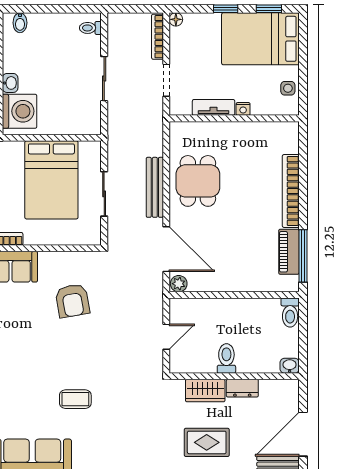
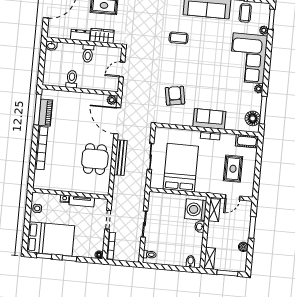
toilet: (290, 312) -> (72, 79), moved

